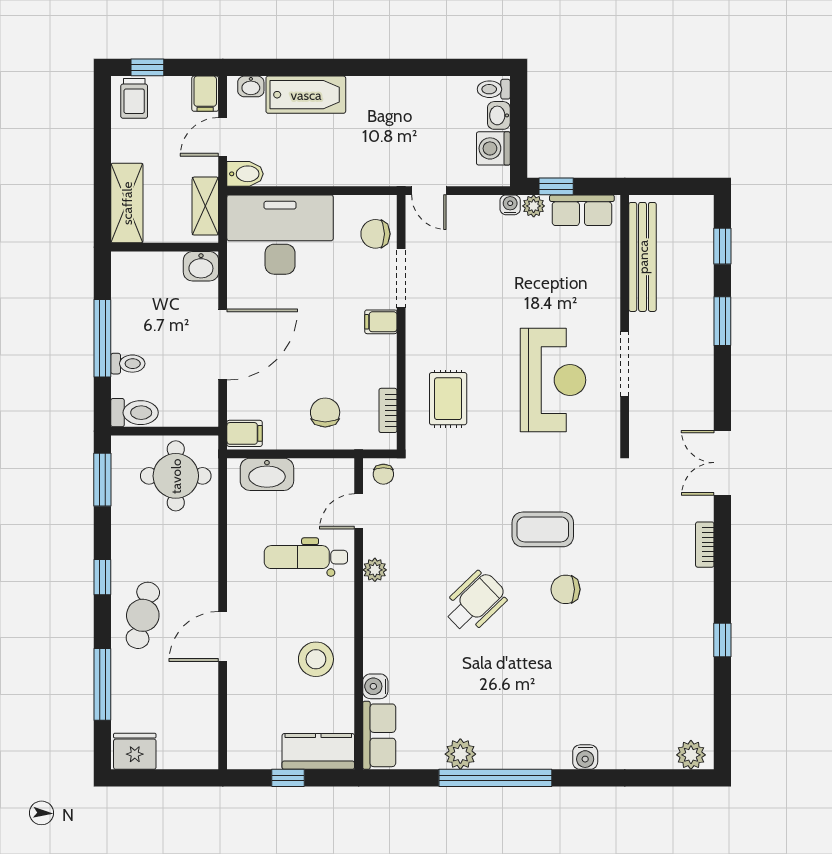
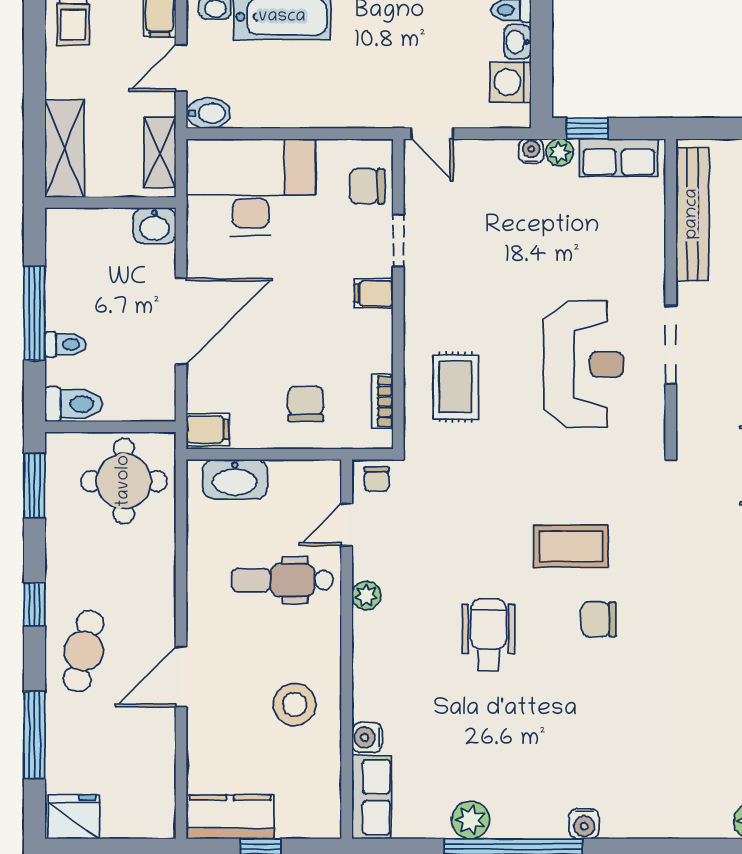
doorway: (401, 278) -> (398, 241), width x0.73
wheelchair: (475, 602) -> (488, 635), turned -46
kitchen counter: (318, 751) -> (230, 817), moved
water cooler: (585, 757) -> (584, 824), moved

